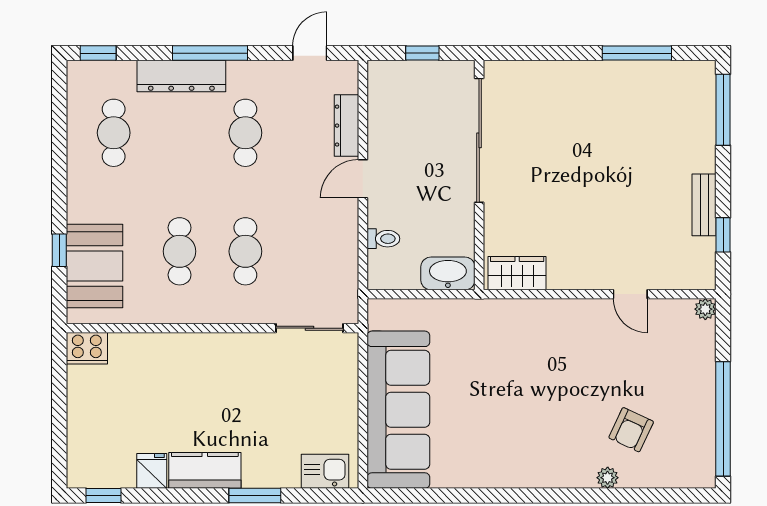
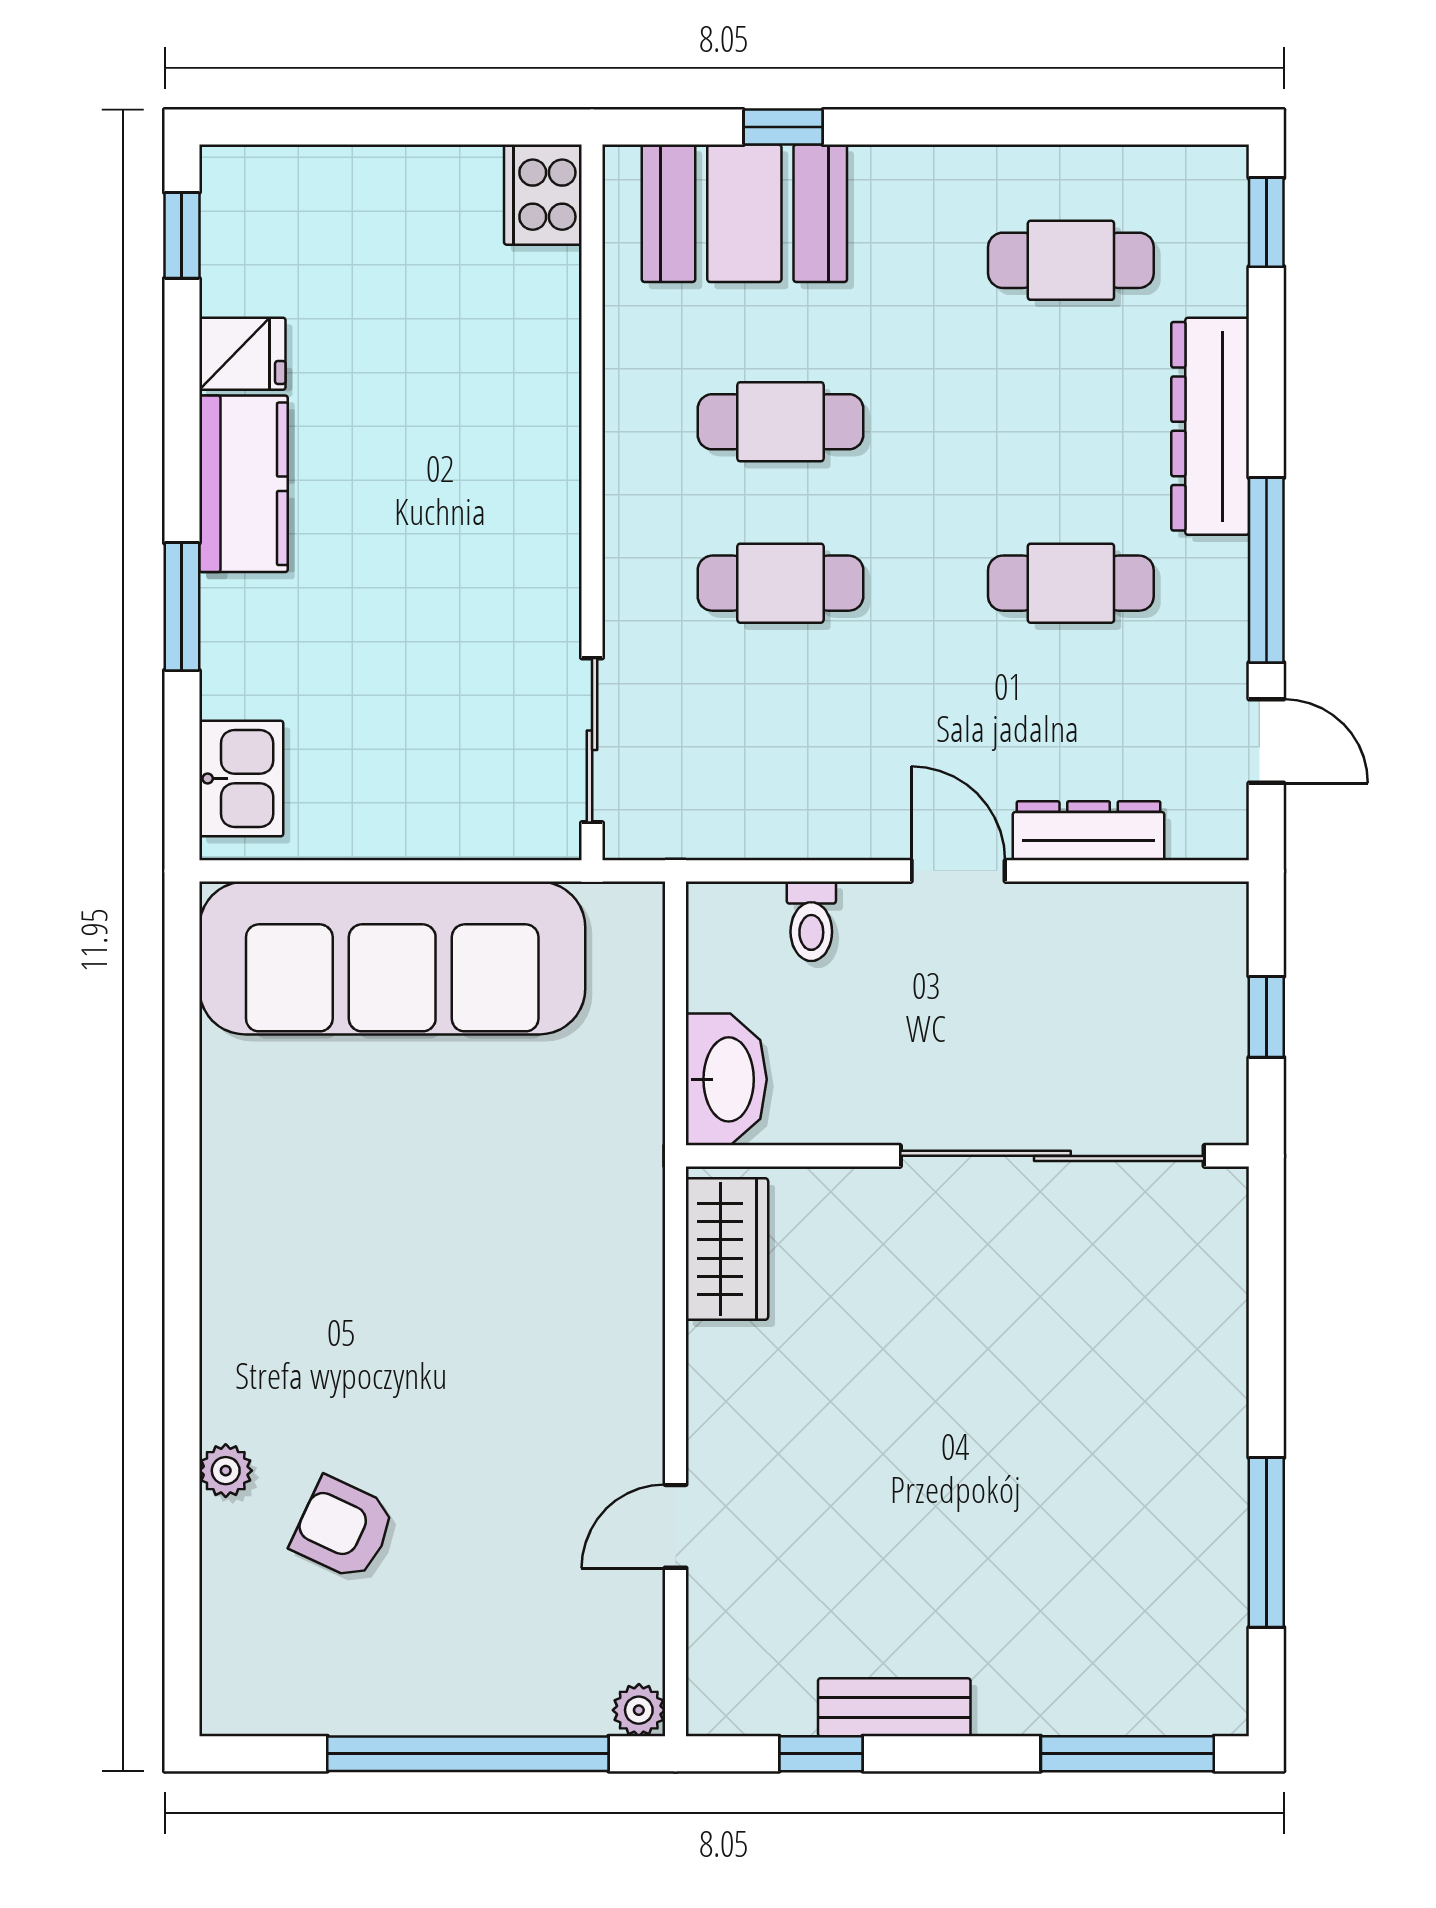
window: (210, 53) -> (1266, 570), moved
window: (723, 419) -> (468, 1754), moved

